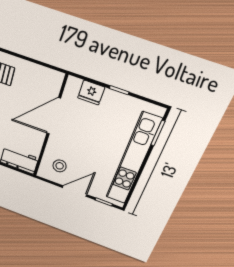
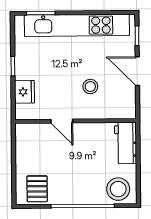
door: (54, 116) -> (62, 121), width x0.53
stool: (60, 166) -> (90, 87), moved

